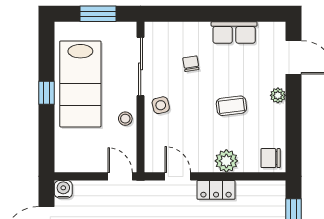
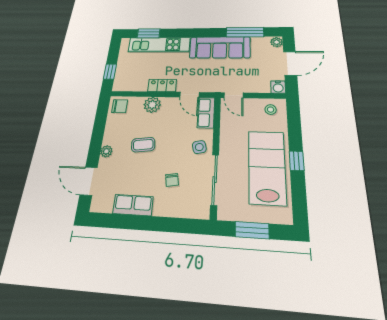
stool: (125, 119) -> (271, 110), moved
row of seats: (155, 151) -> (206, 113), added

